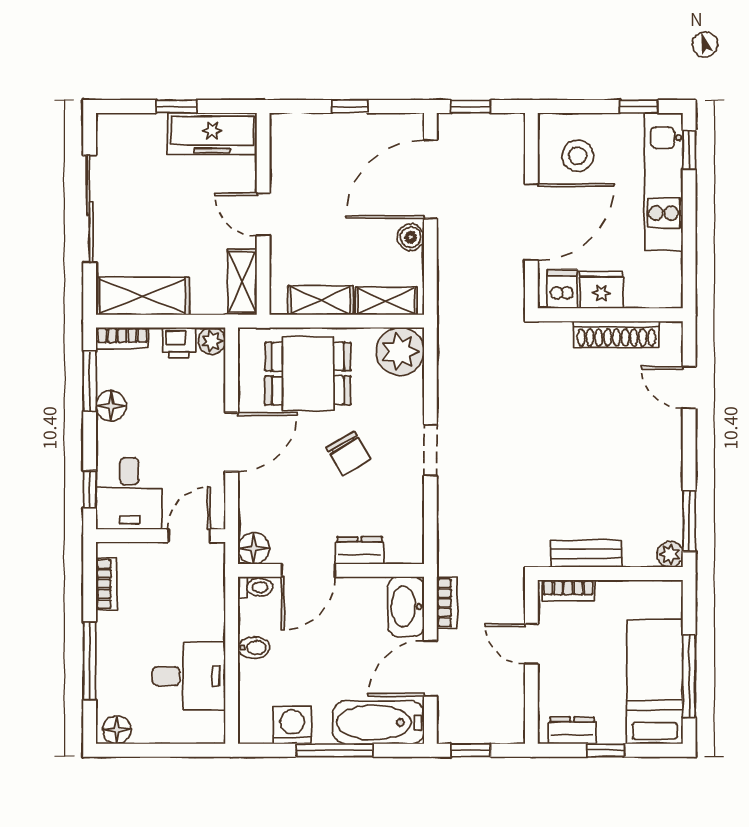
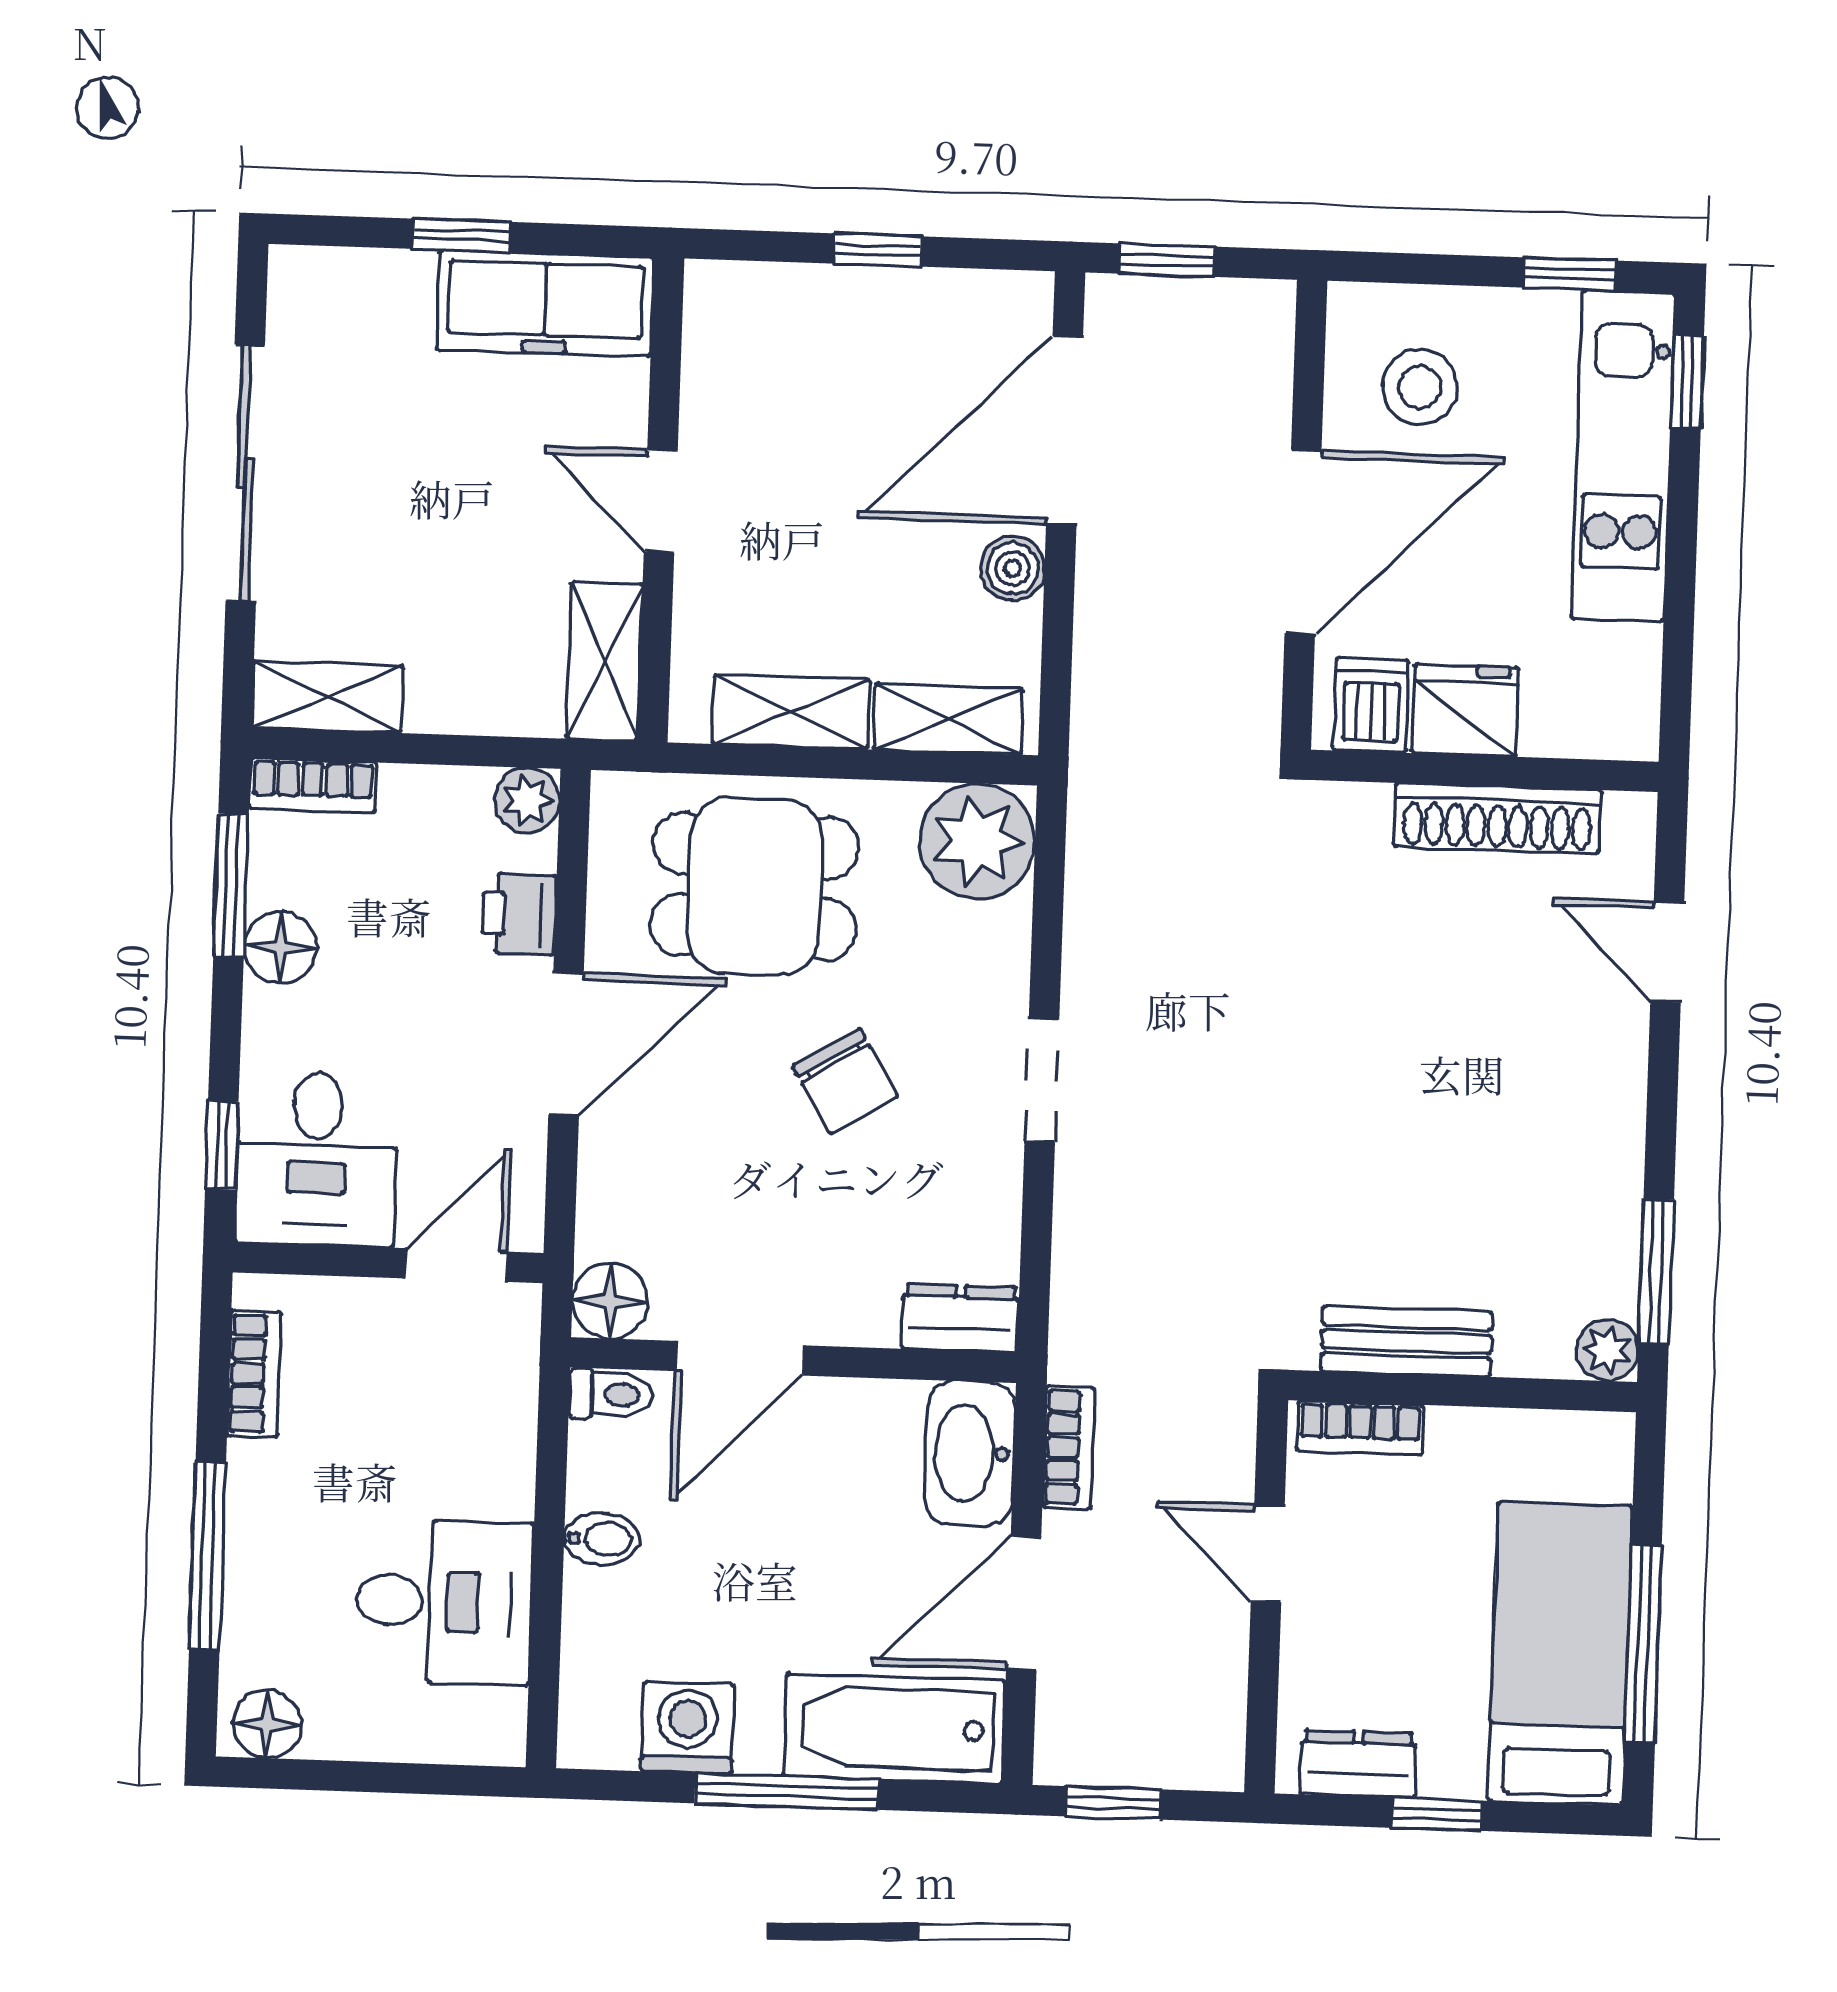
shelving: (143, 296) -> (327, 697), width x0.67, depth x0.75
printer: (179, 343) -> (519, 914), moved, turned 90
dresser: (360, 550) -> (960, 1318), moved

